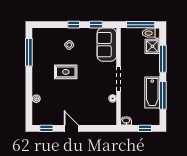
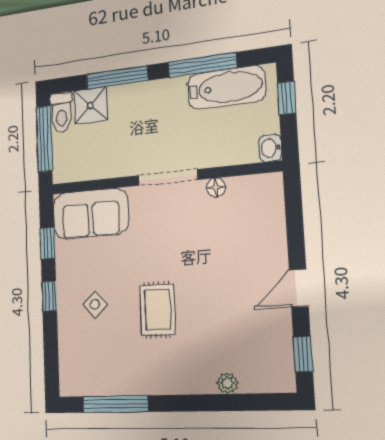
bathtub: (152, 92) -> (226, 88), moved

